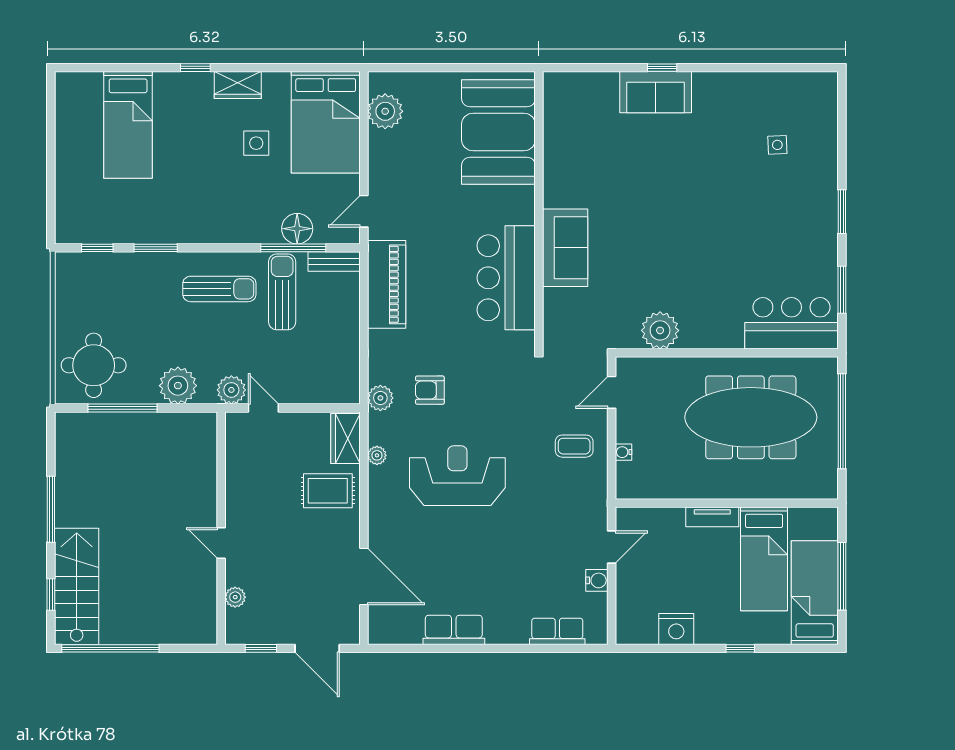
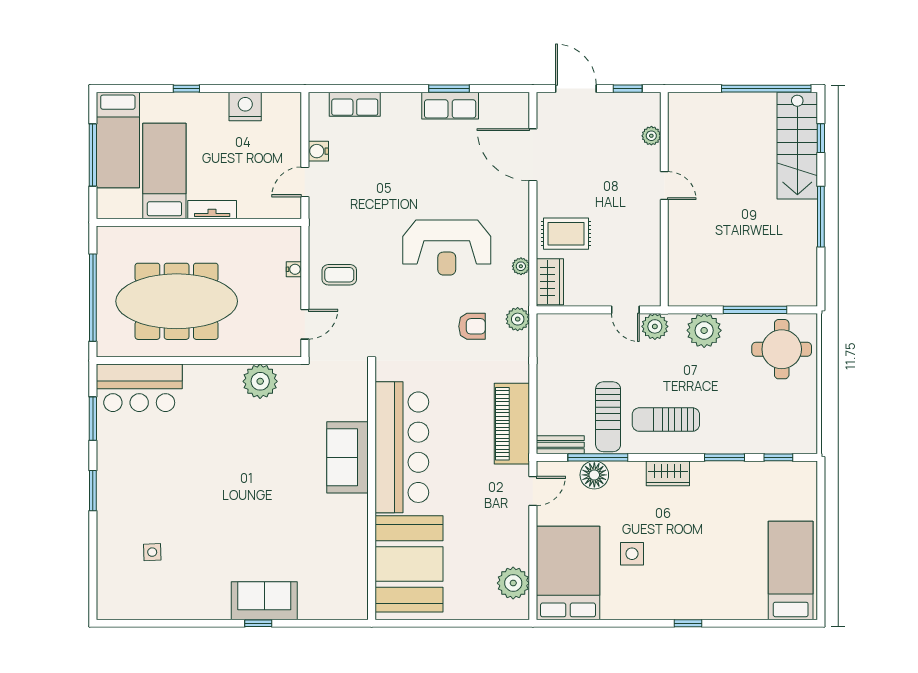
wardrobe: (238, 85) -> (668, 473), moved, turned 180
bed: (128, 125) -> (791, 570), moved
bar counter: (506, 278) -> (402, 447), width x1.36
window: (455, 648) -> (449, 89), added

